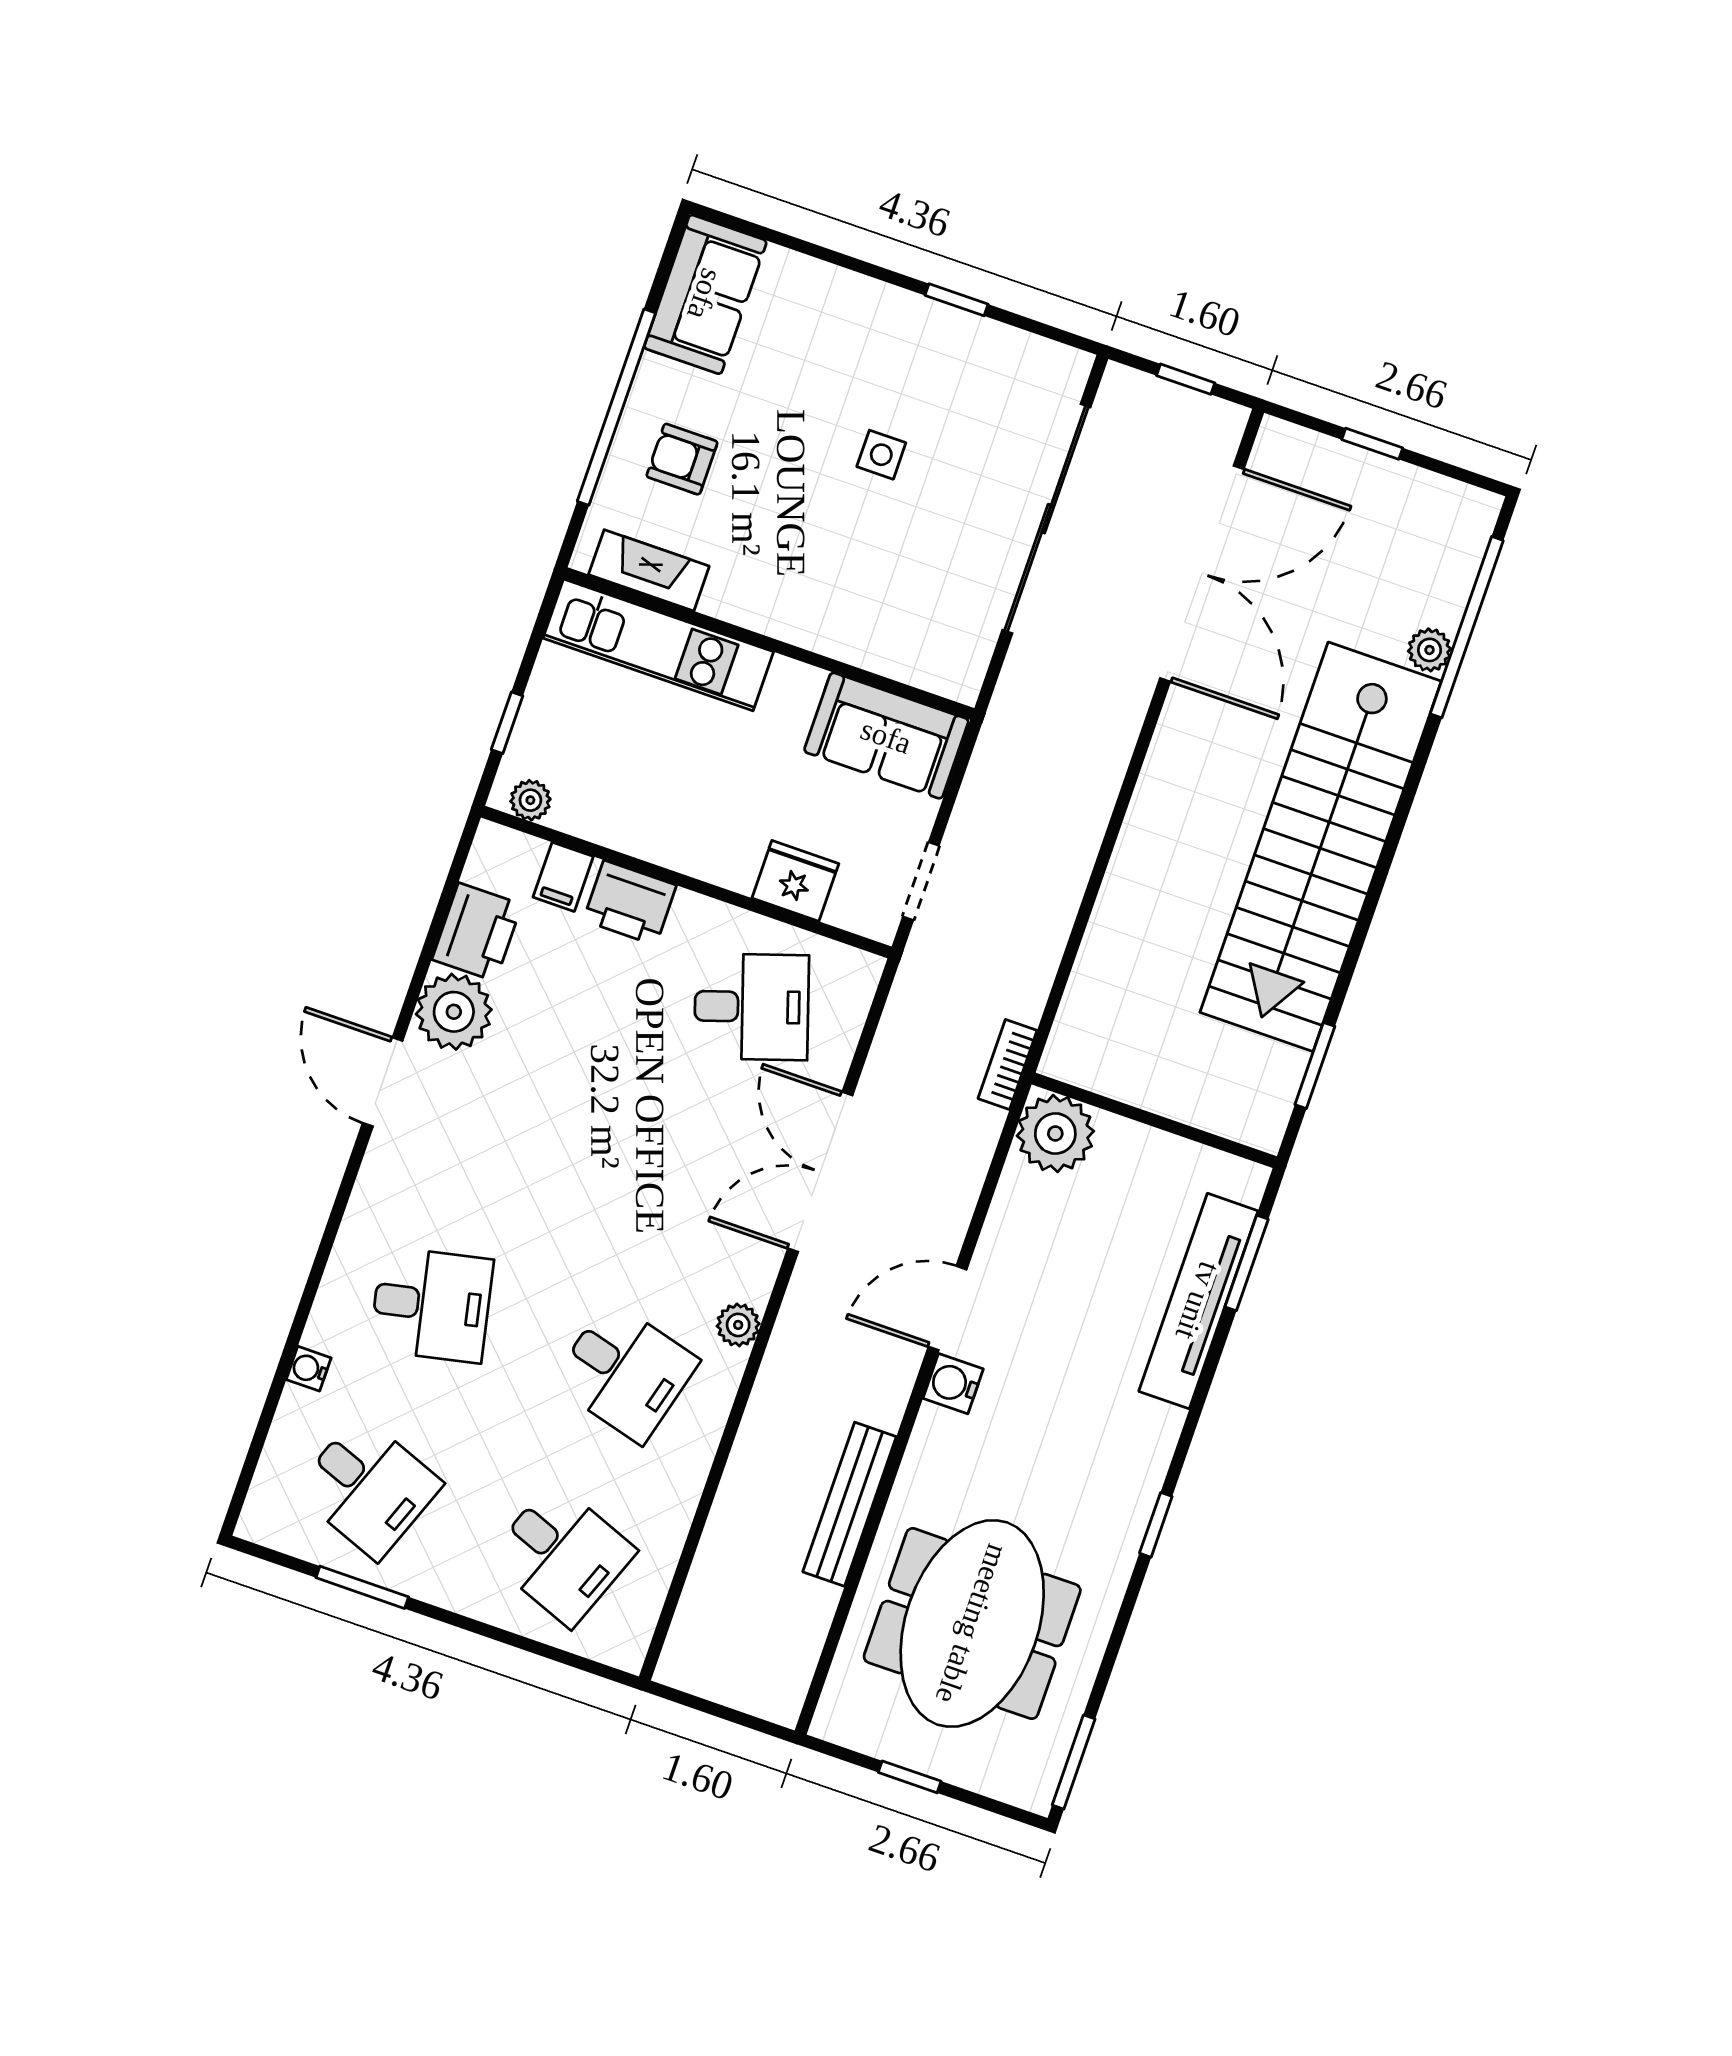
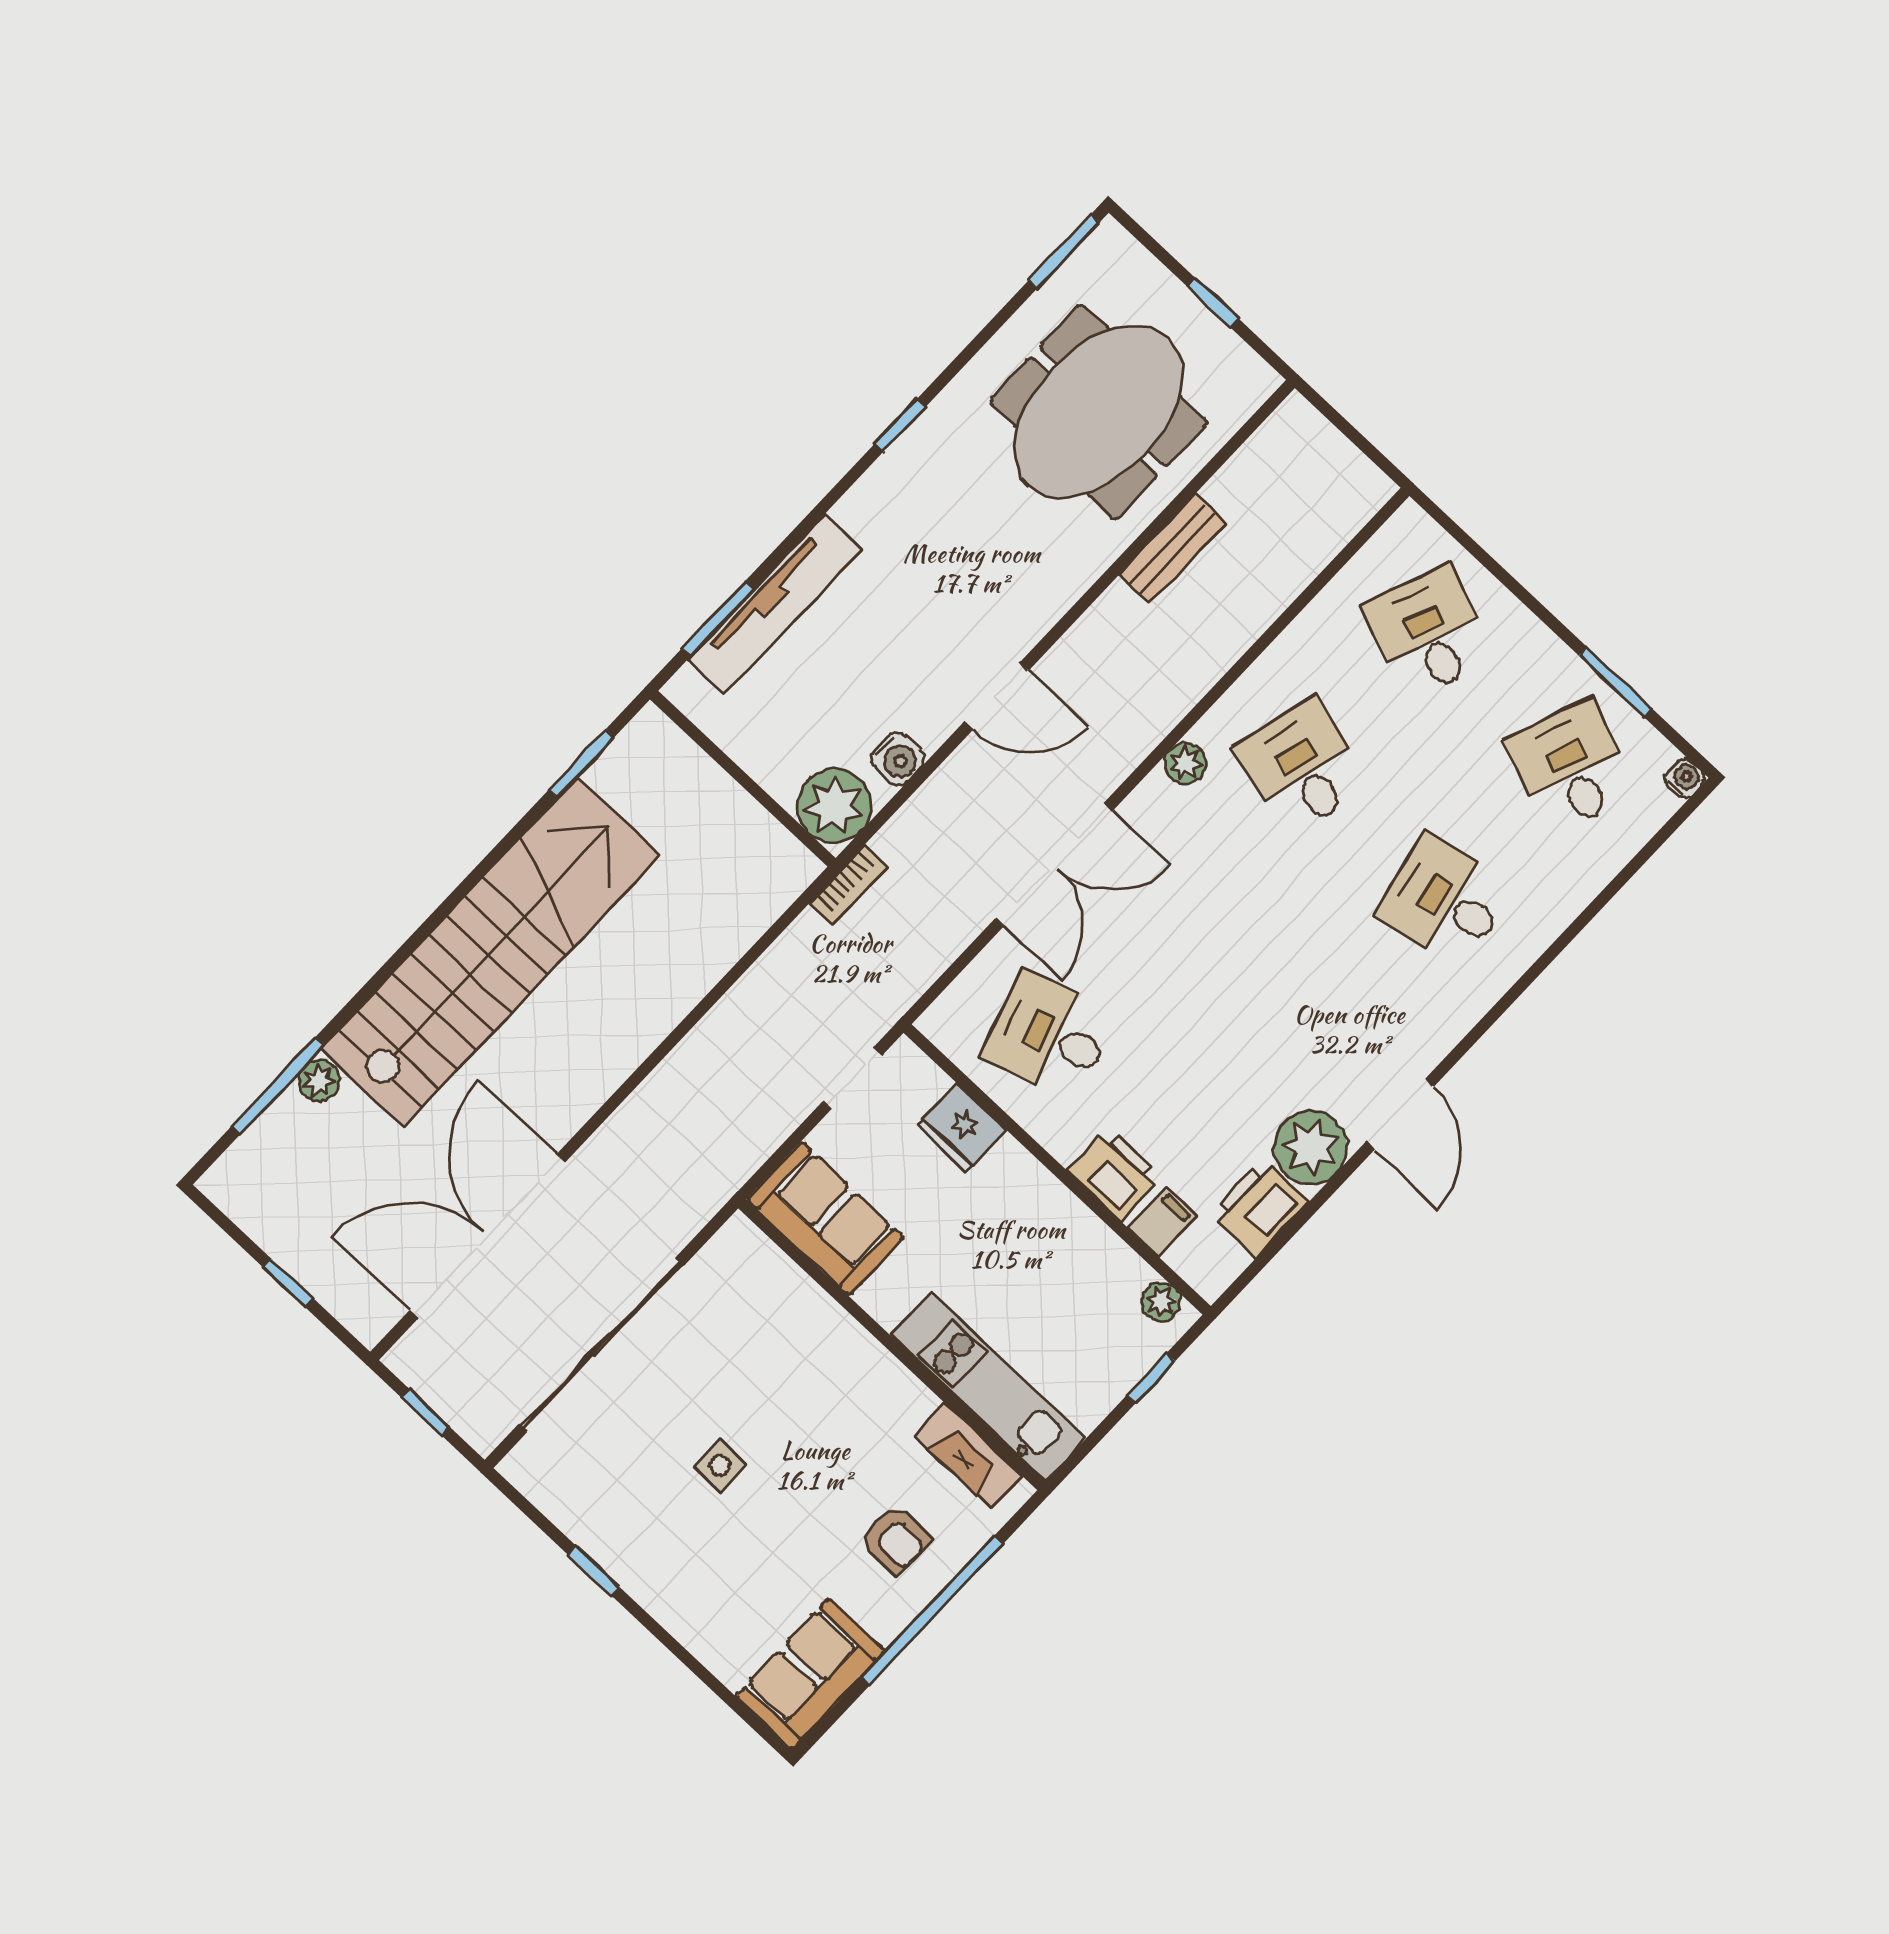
window: (1467, 627) -> (278, 1086), width x0.68
water cooler: (309, 1369) -> (1685, 779), moved, turned -90
water cooler: (953, 1384) -> (898, 759), moved
bench: (850, 1504) -> (1172, 549), width x0.73

